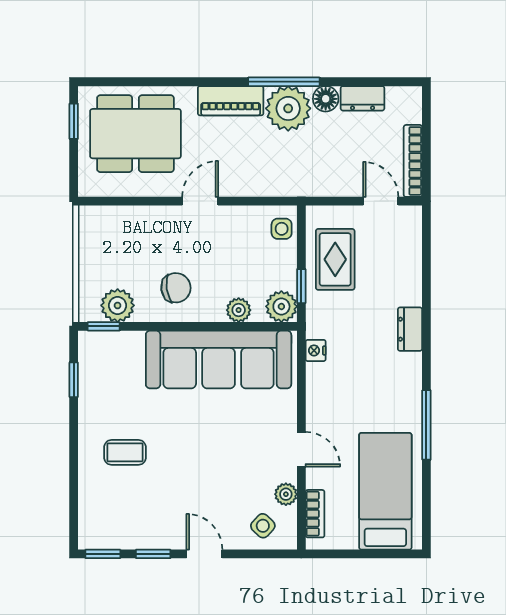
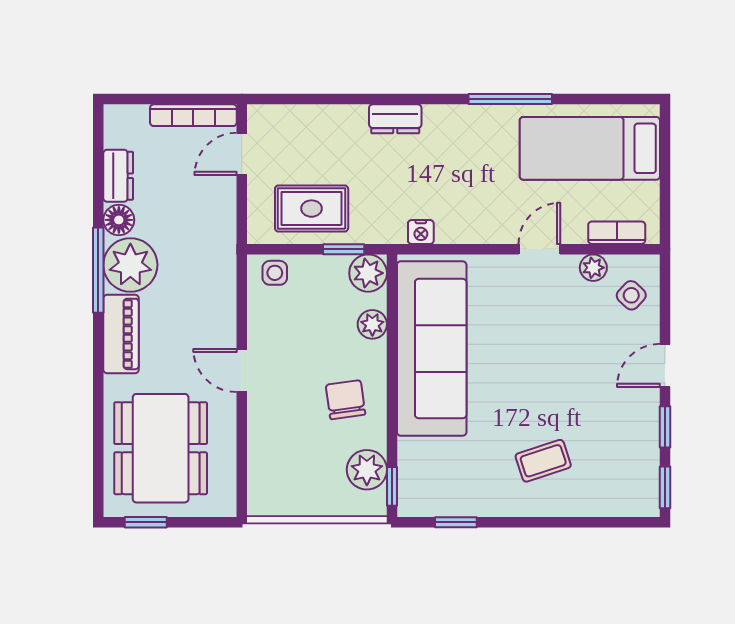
coffee table: (125, 452) -> (543, 461), turned 72

